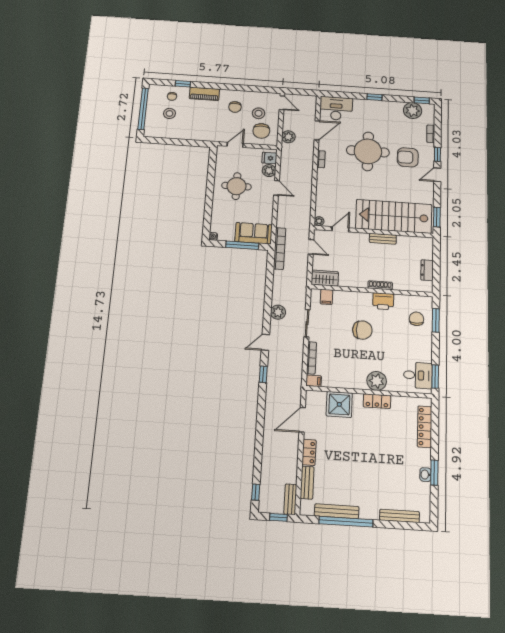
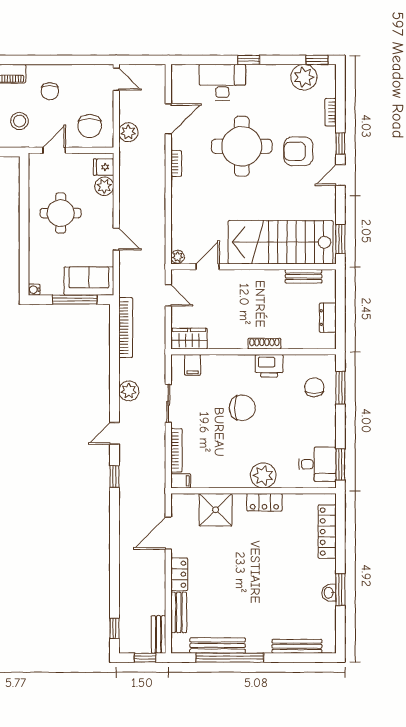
desk: (336, 108) -> (222, 82), moved
stool: (259, 113) -> (20, 121), moved
door: (276, 188) -> (116, 239), moved
bench: (383, 239) -> (304, 276), moved
bookcase: (280, 249) -> (126, 328), moved

